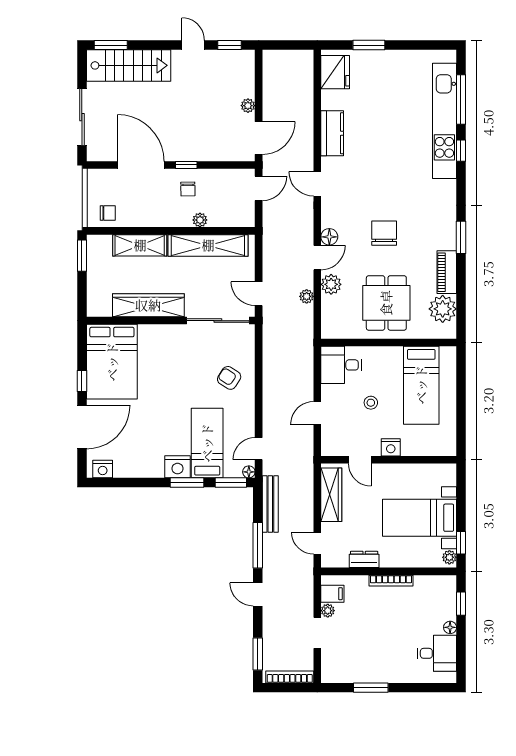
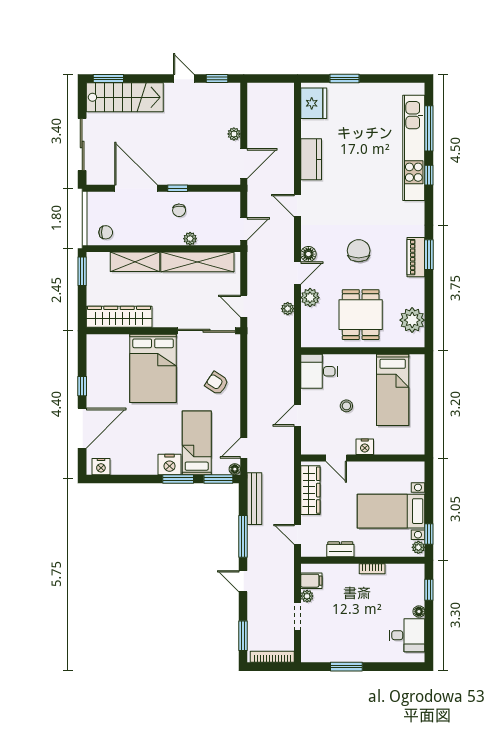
door: (259, 188) -> (244, 229), moved
piano: (447, 272) -> (416, 257), moved
wardrobe: (148, 305) -> (119, 317), moved
bed: (112, 362) -> (153, 368), moved
bookcase: (391, 581) -> (372, 569), width x0.64

